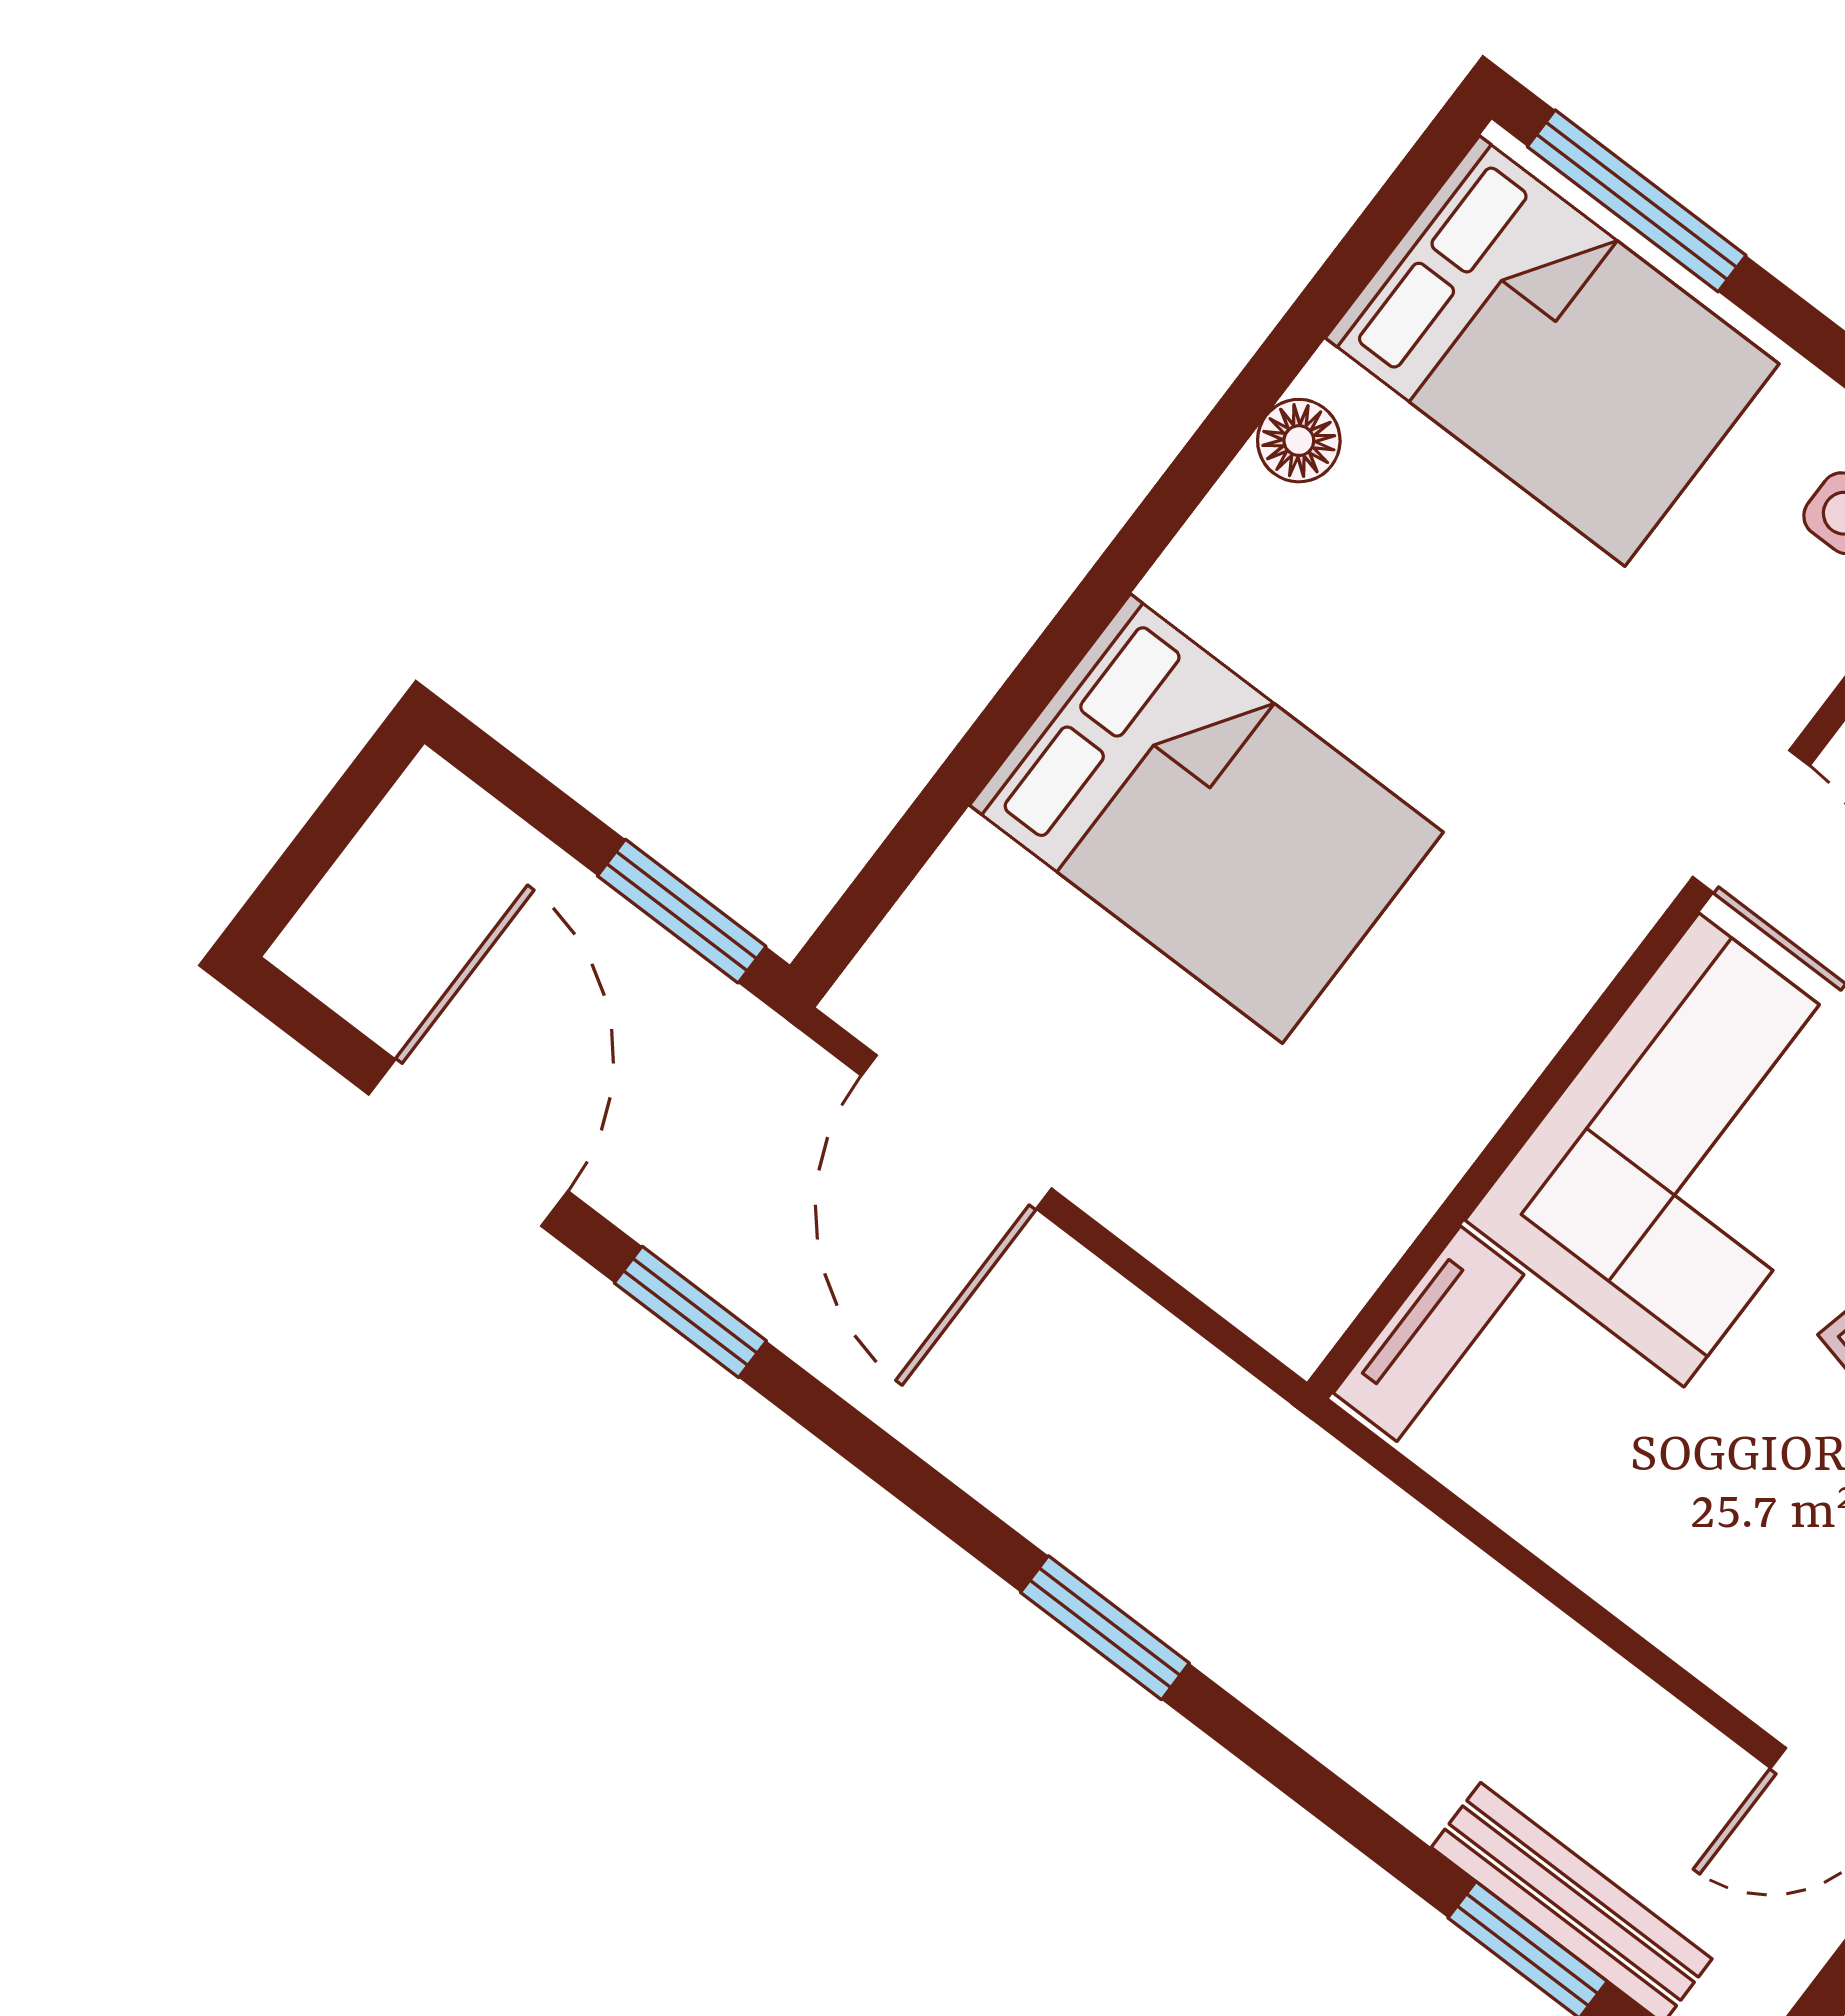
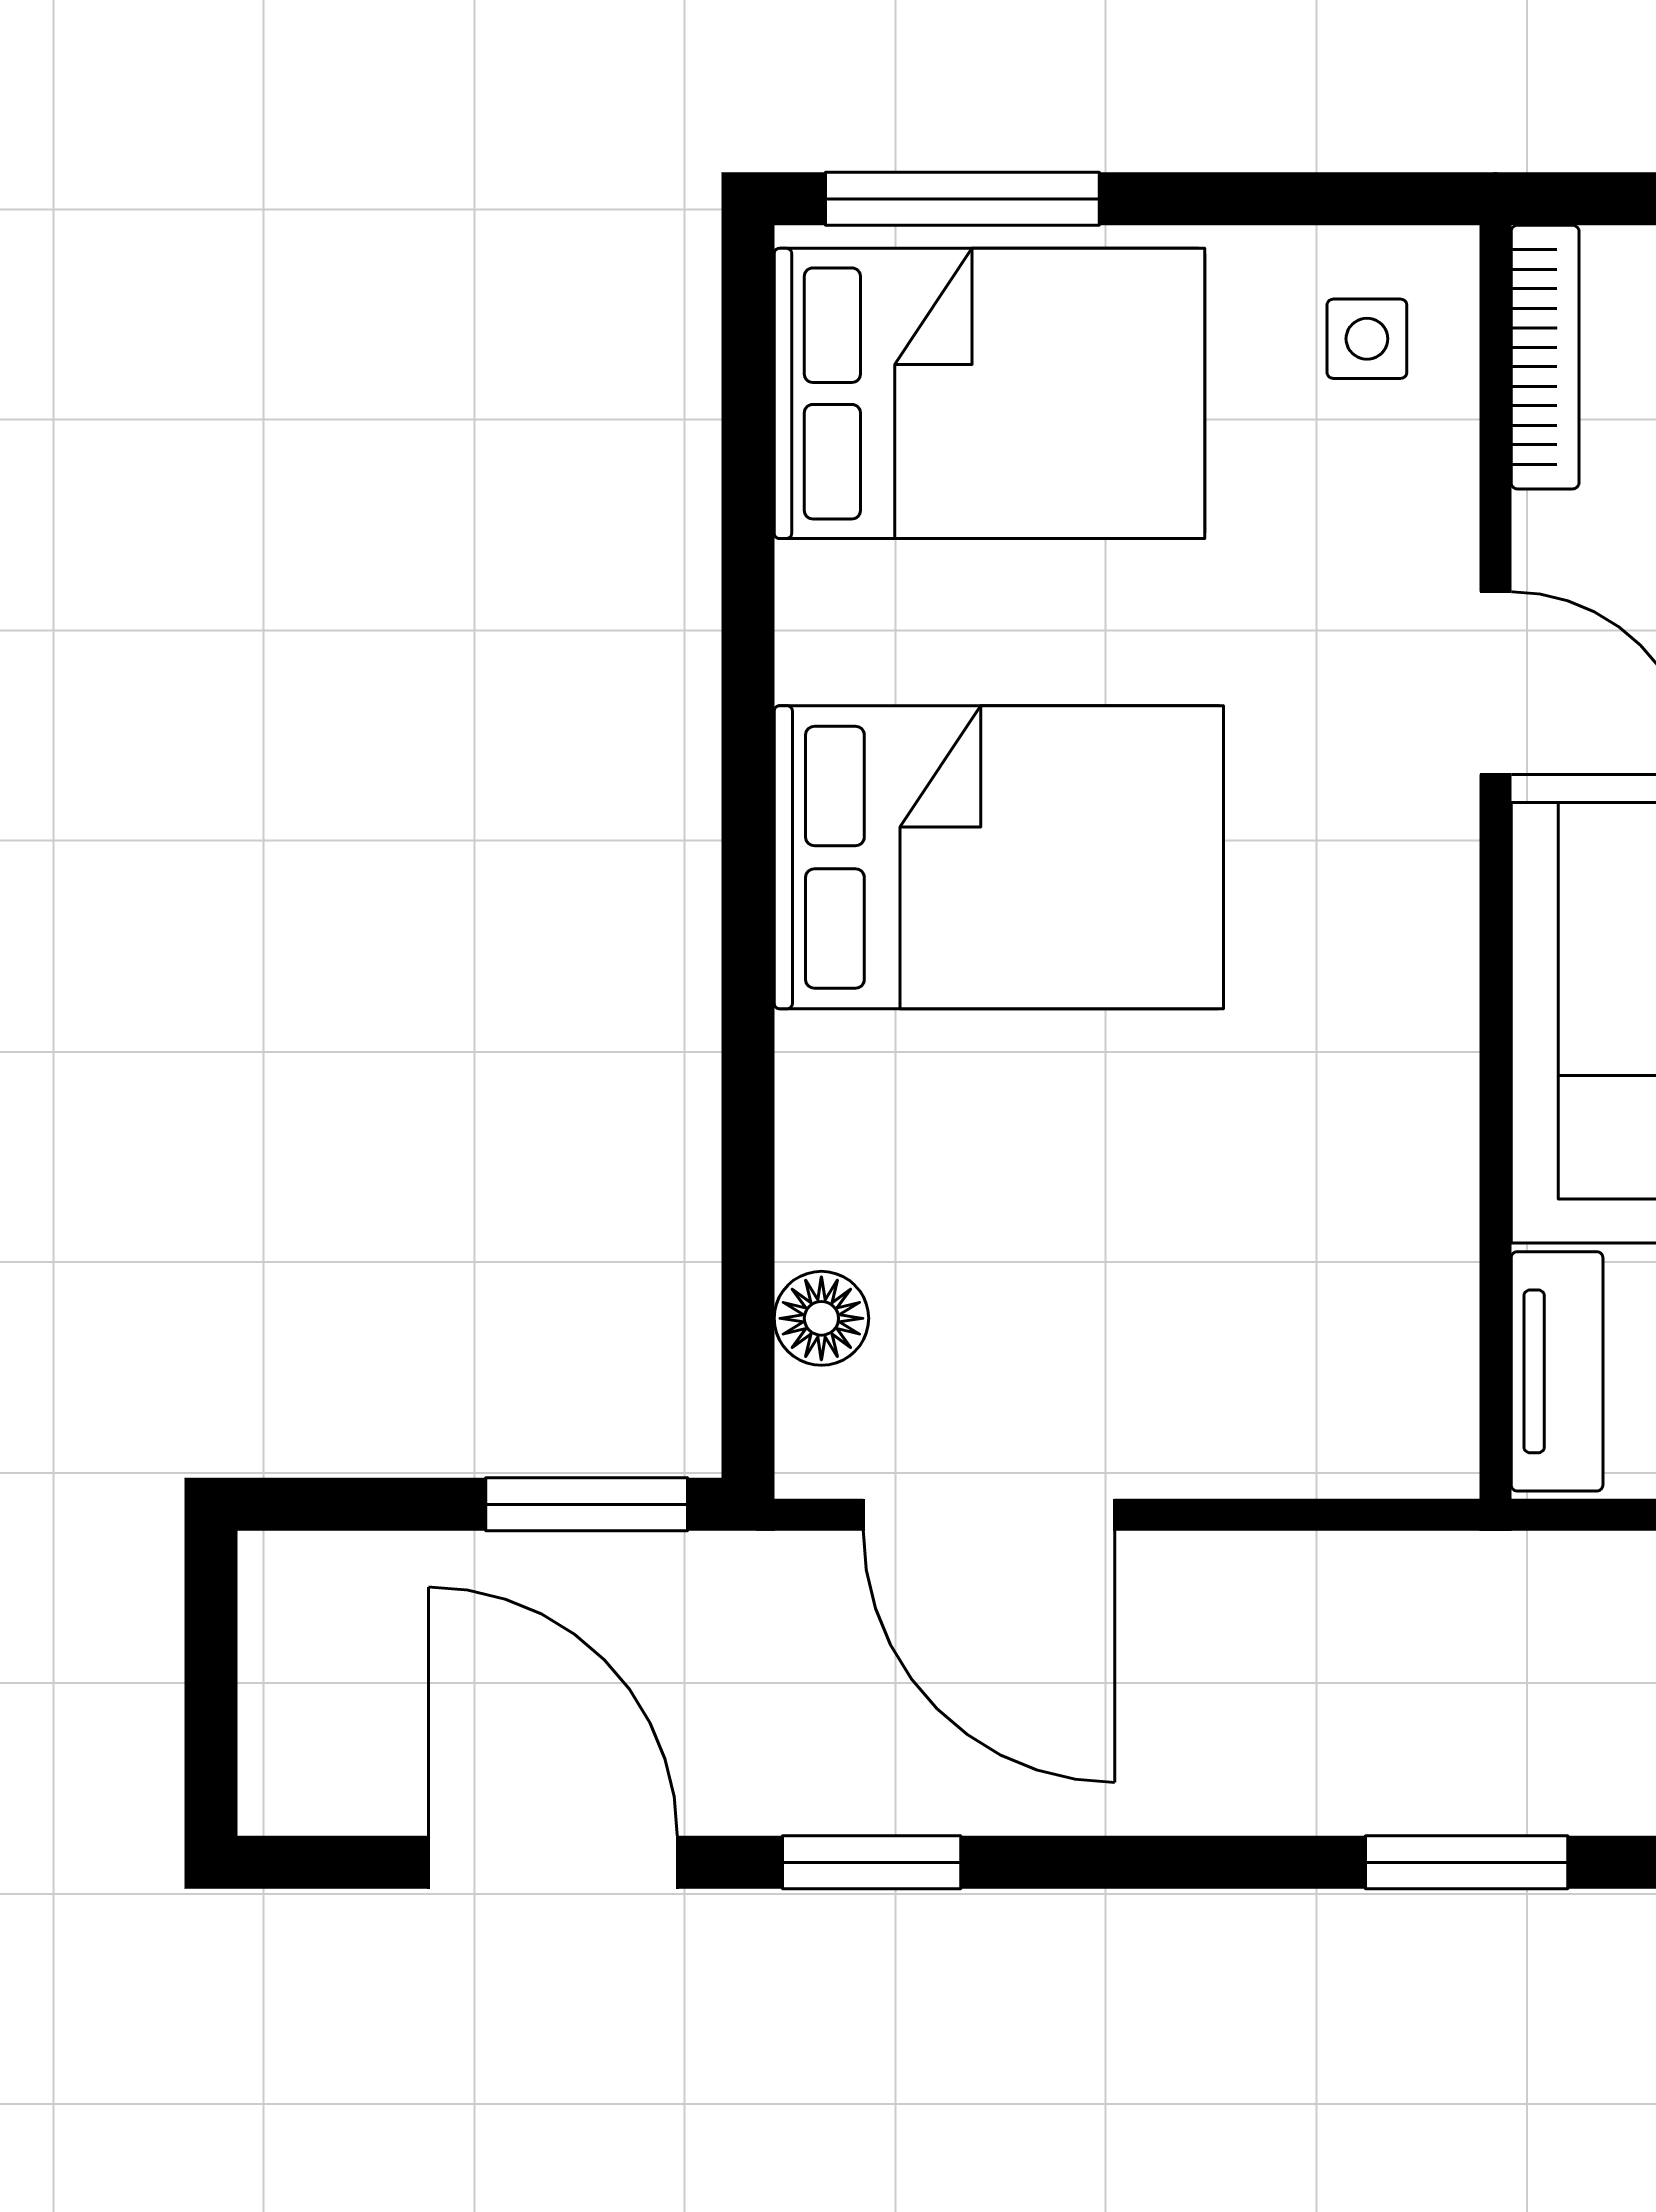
floor lamp: (1299, 441) -> (821, 1318), moved
bed: (1206, 819) -> (999, 857), moved

